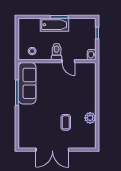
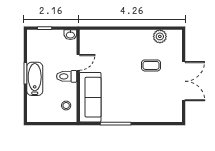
sofa: (27, 83) -> (90, 97), moved, turned 90
plant: (90, 118) -> (160, 36), moved

